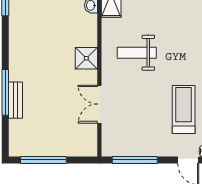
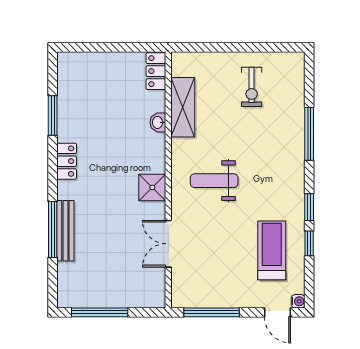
locker: (17, 37) -> (67, 161), added
bench: (16, 100) -> (65, 231), width x1.36

